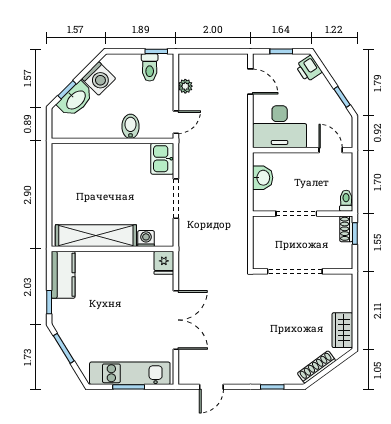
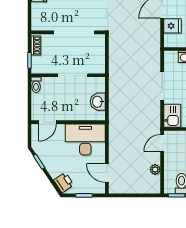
door: (331, 150) -> (47, 122), hinge flipped
shoe rack: (346, 229) -> (36, 46), moved
fridge: (164, 263) -> (172, 26), moved, turned 90

